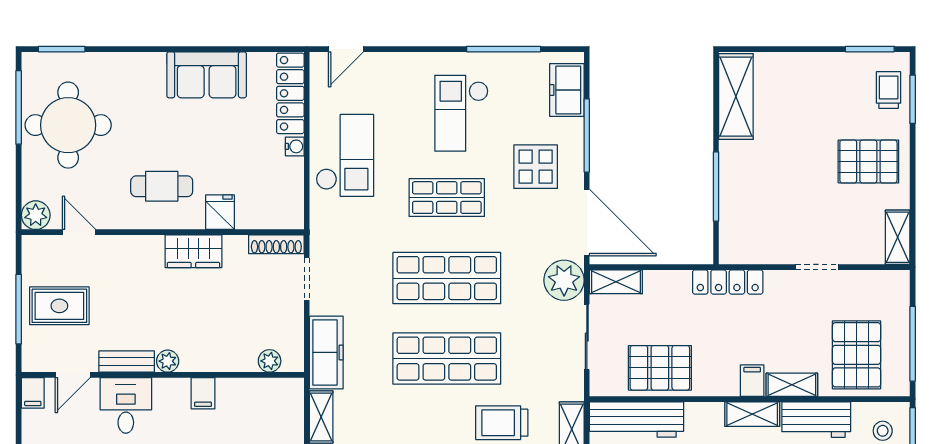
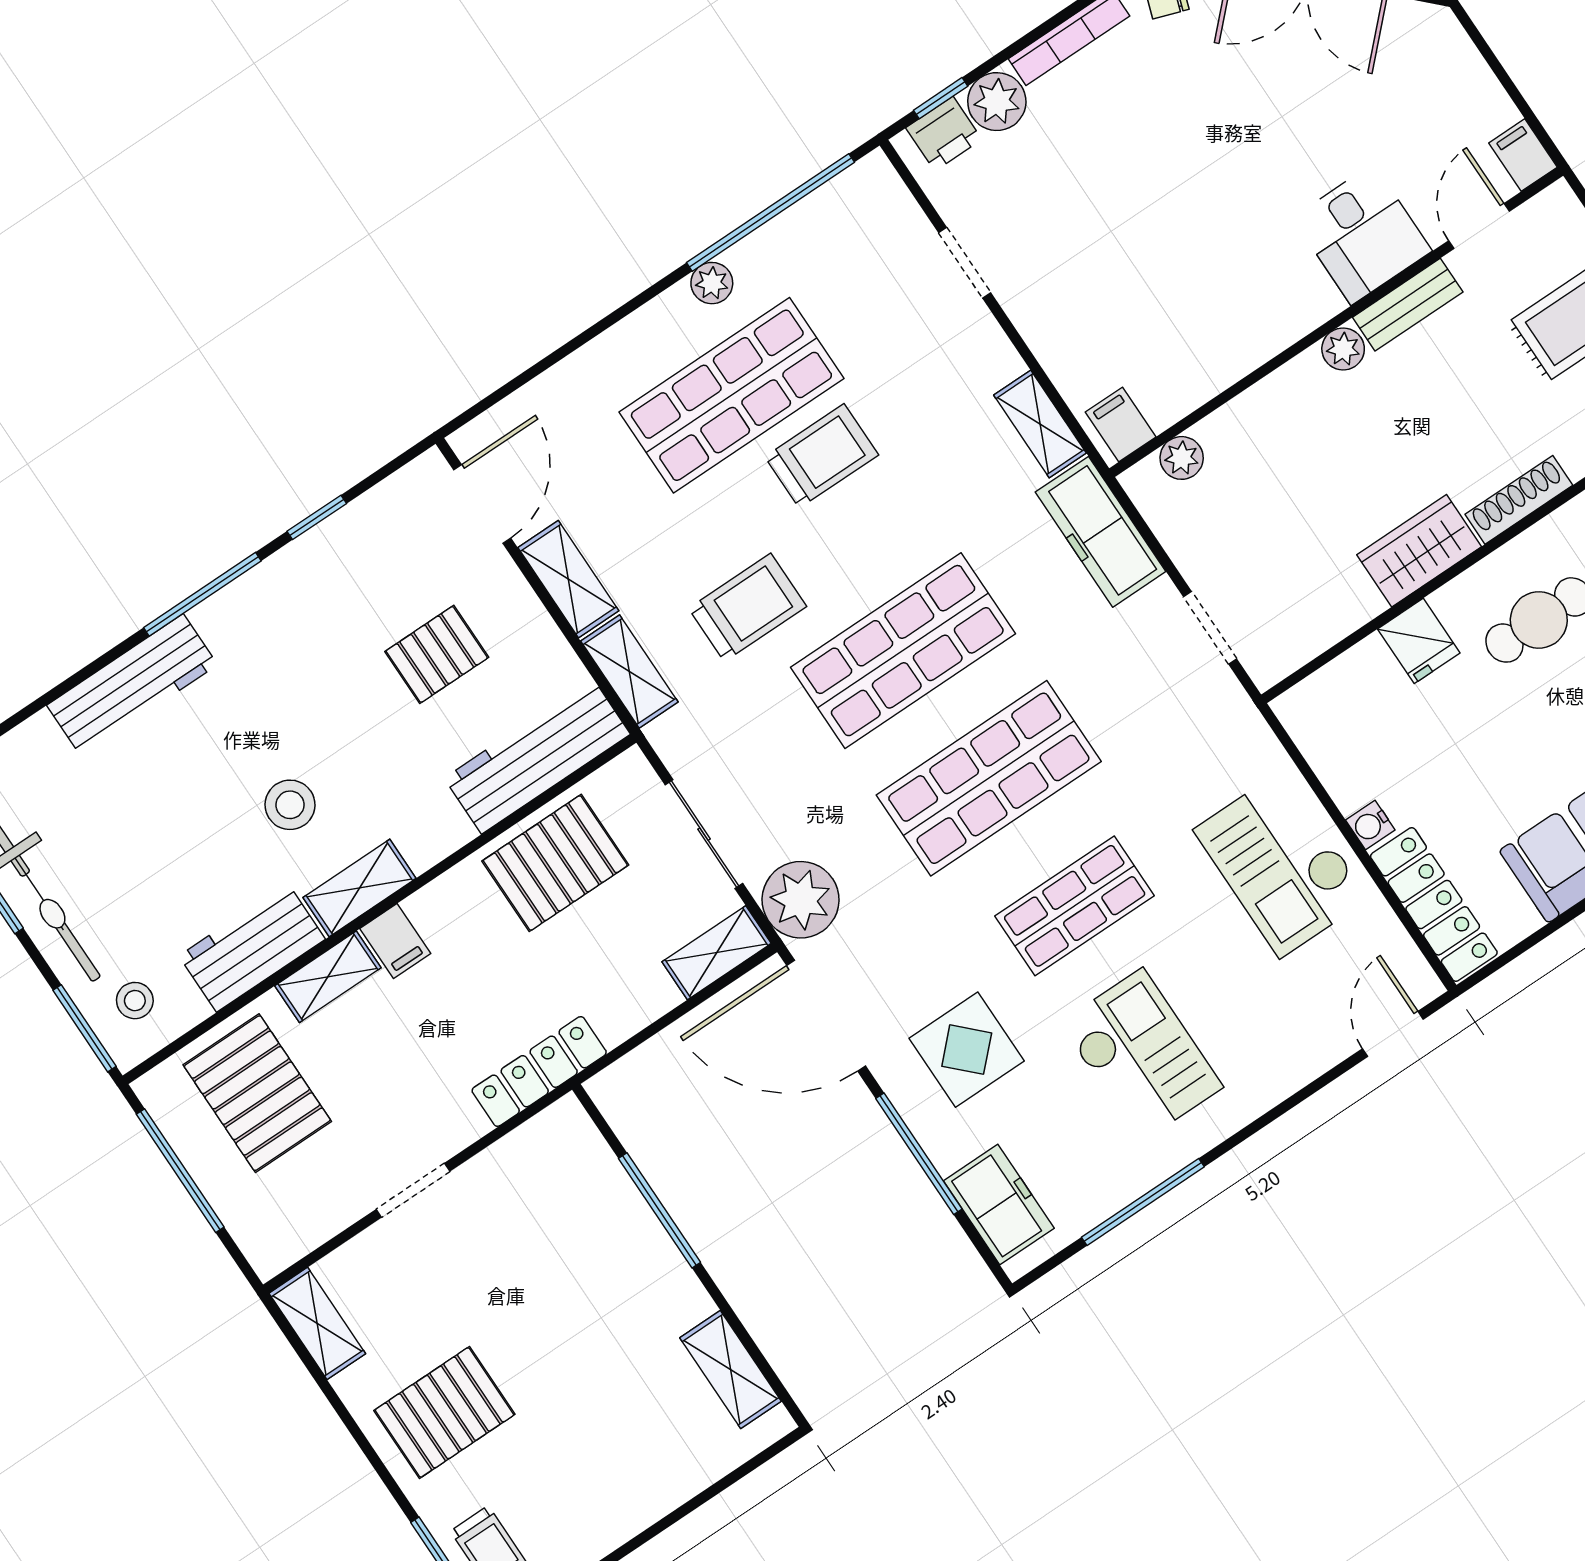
shelving: (736, 97) -> (731, 1370), width x0.67, depth x0.75
shoe rack: (276, 244) -> (1519, 500), moved
filing cabinet: (203, 393) -> (1121, 424), moved

